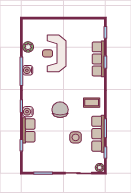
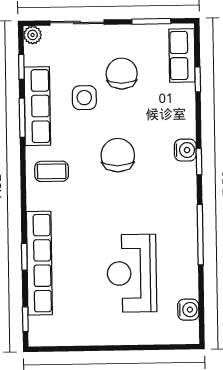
plant: (28, 47) -> (187, 286), removed
reception desk: (54, 53) -> (132, 273), turned 180
row of seats: (98, 59) -> (39, 263), width x1.36
water cooler: (28, 70) -> (188, 310), moved
chair: (60, 110) -> (118, 155), turned 180
row of seats: (29, 130) -> (182, 55), moved
chair: (58, 149) -> (122, 74), added

